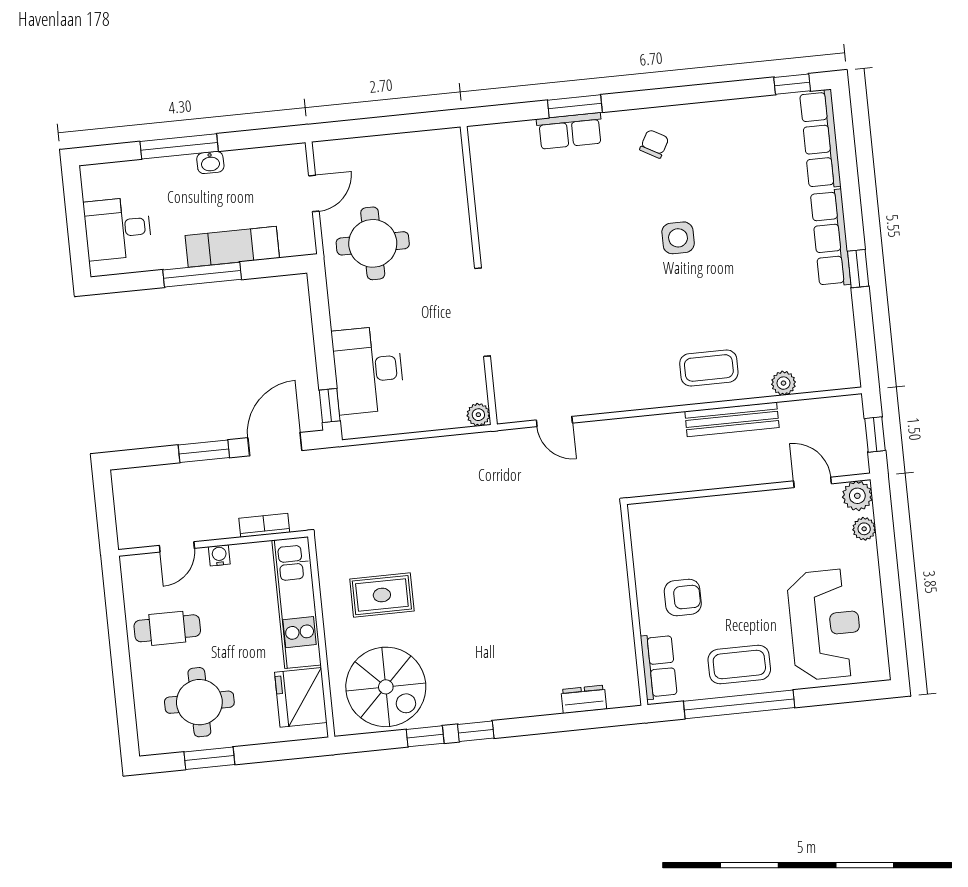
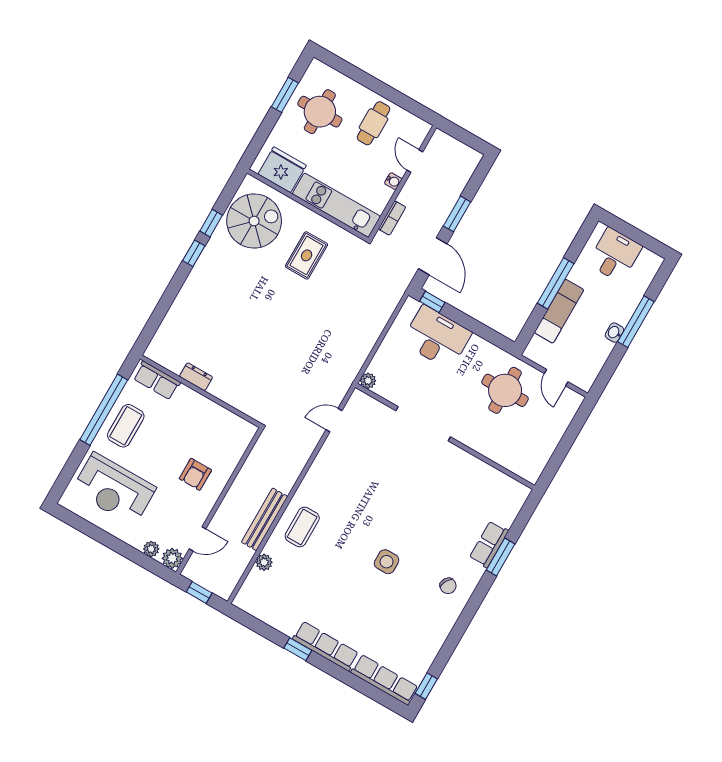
armchair: (683, 597) -> (195, 474), moved
spiral stairs: (386, 687) -> (254, 221), turned 180
dresser: (584, 699) -> (196, 377), moved, turned -90

